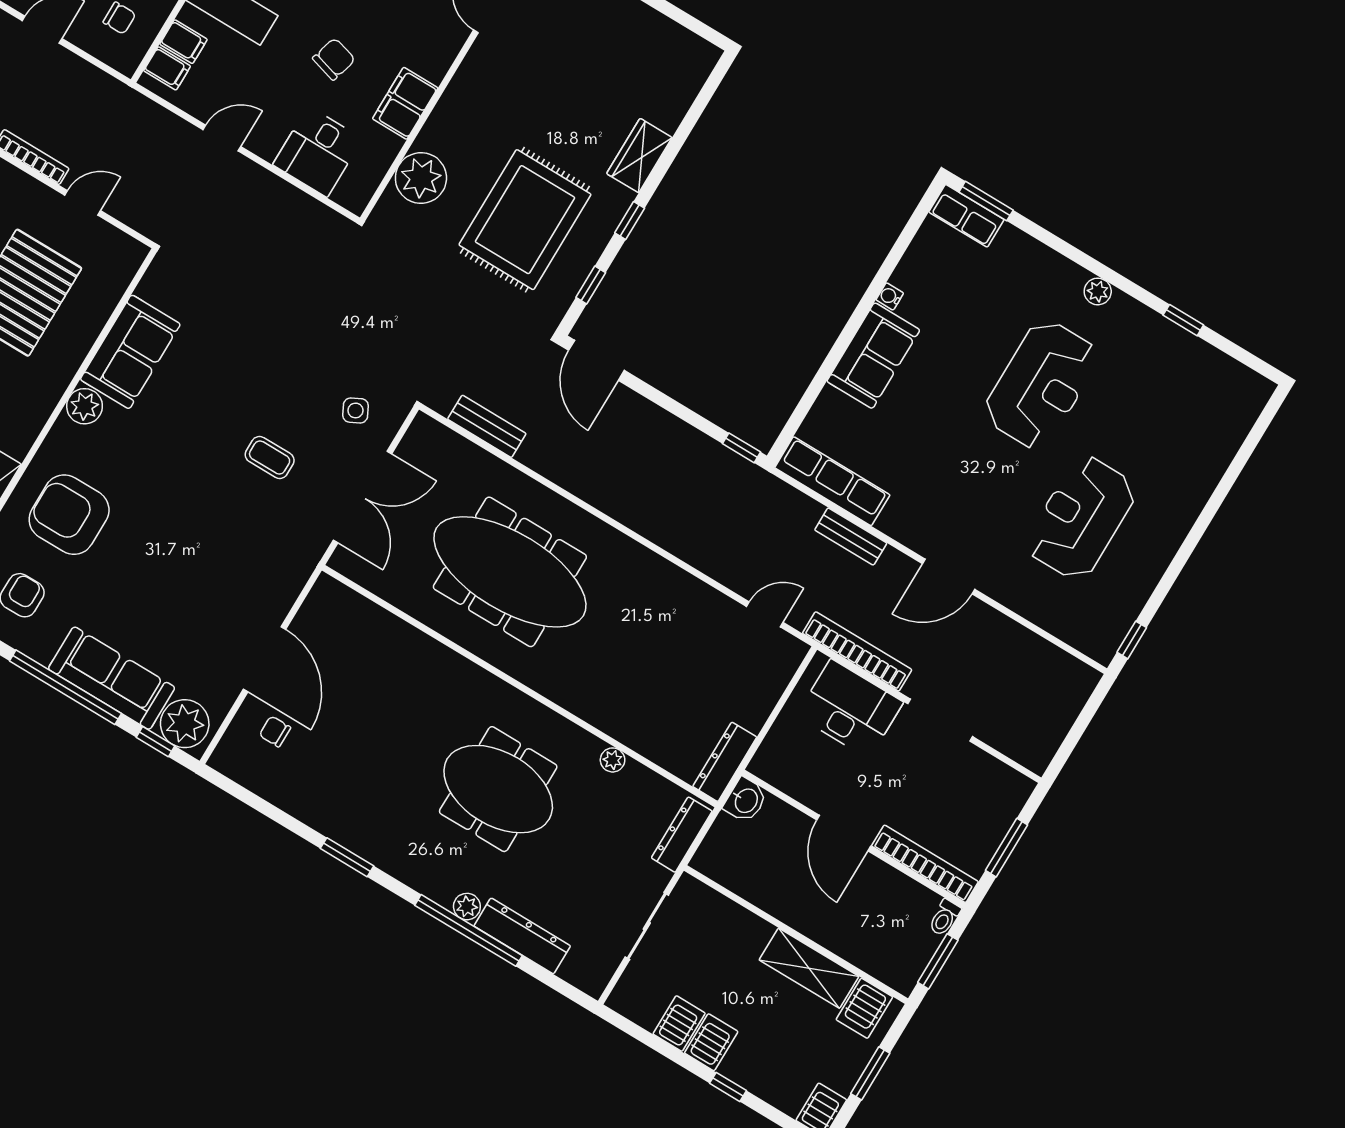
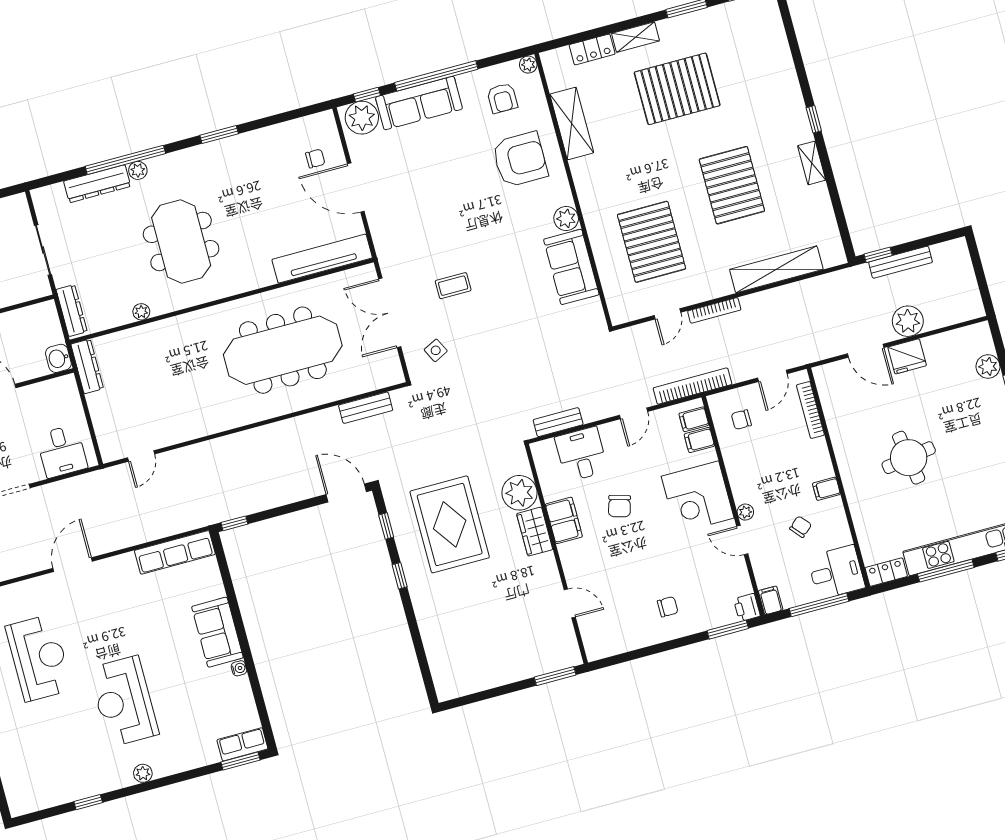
wardrobe: (639, 156) -> (535, 532), moved, turned 180
bench: (851, 537) -> (558, 422), moved
tv unit: (374, 623) -> (322, 259), added
bookcase: (857, 651) -> (693, 386), moved, turned 180
desk: (850, 709) -> (62, 451), width x0.73
meeting table: (498, 789) -> (181, 241), turned 90

